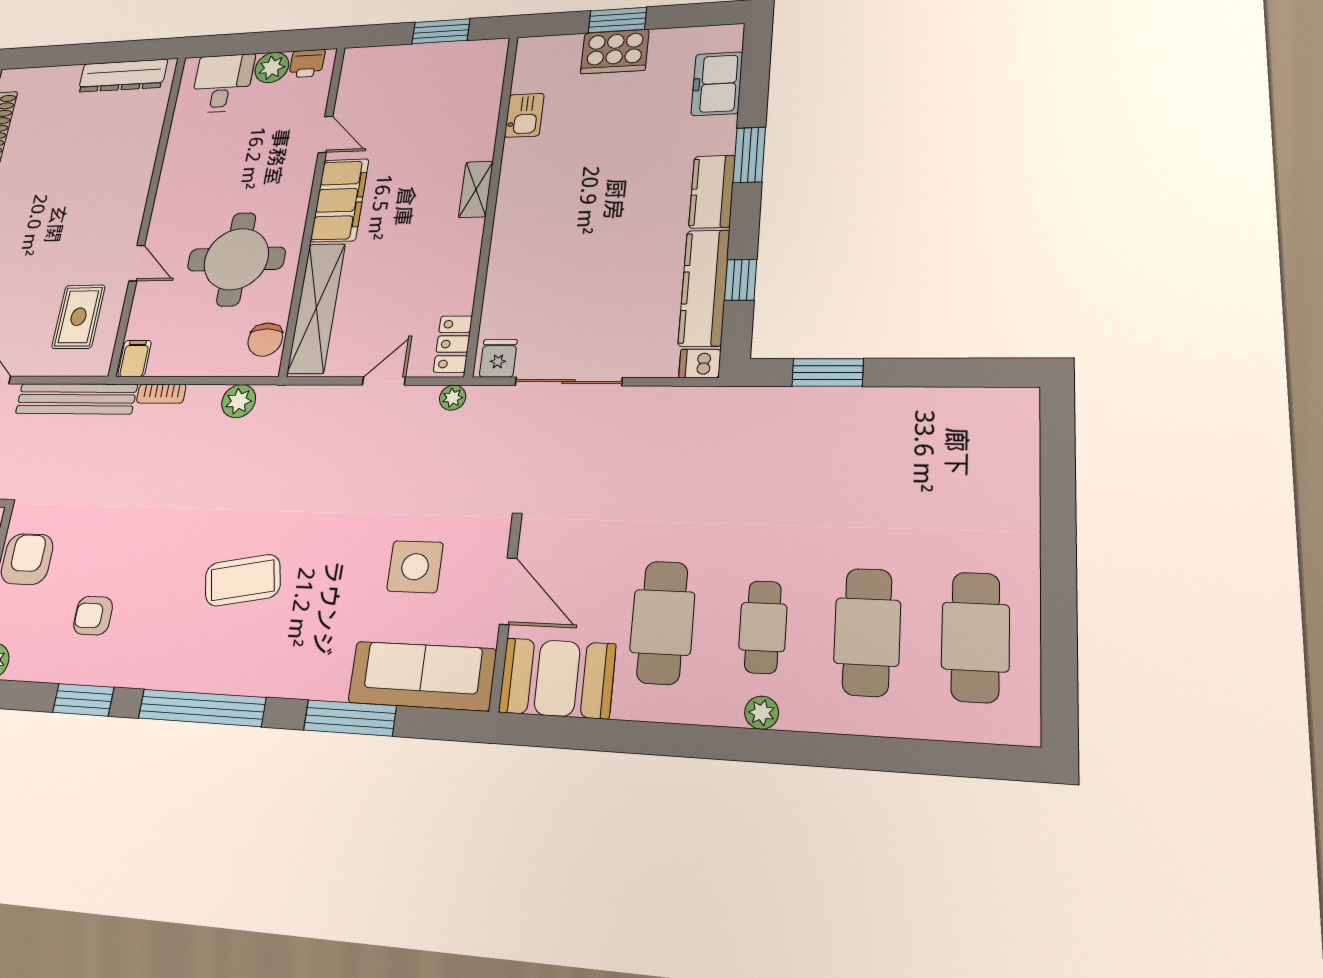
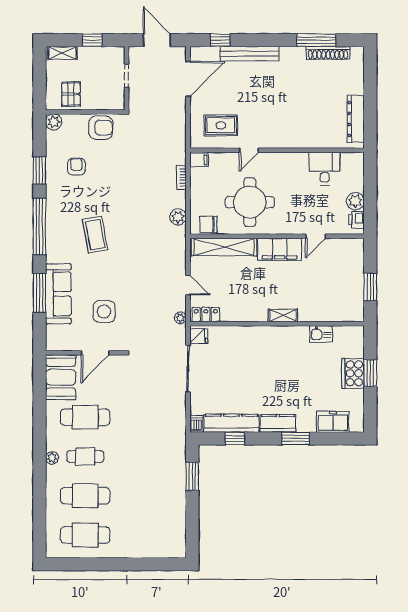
desk: (222, 83) -> (325, 169), moved, turned -90
bench: (76, 399) -> (179, 134), removed
sofa: (422, 676) -> (58, 294), moved

